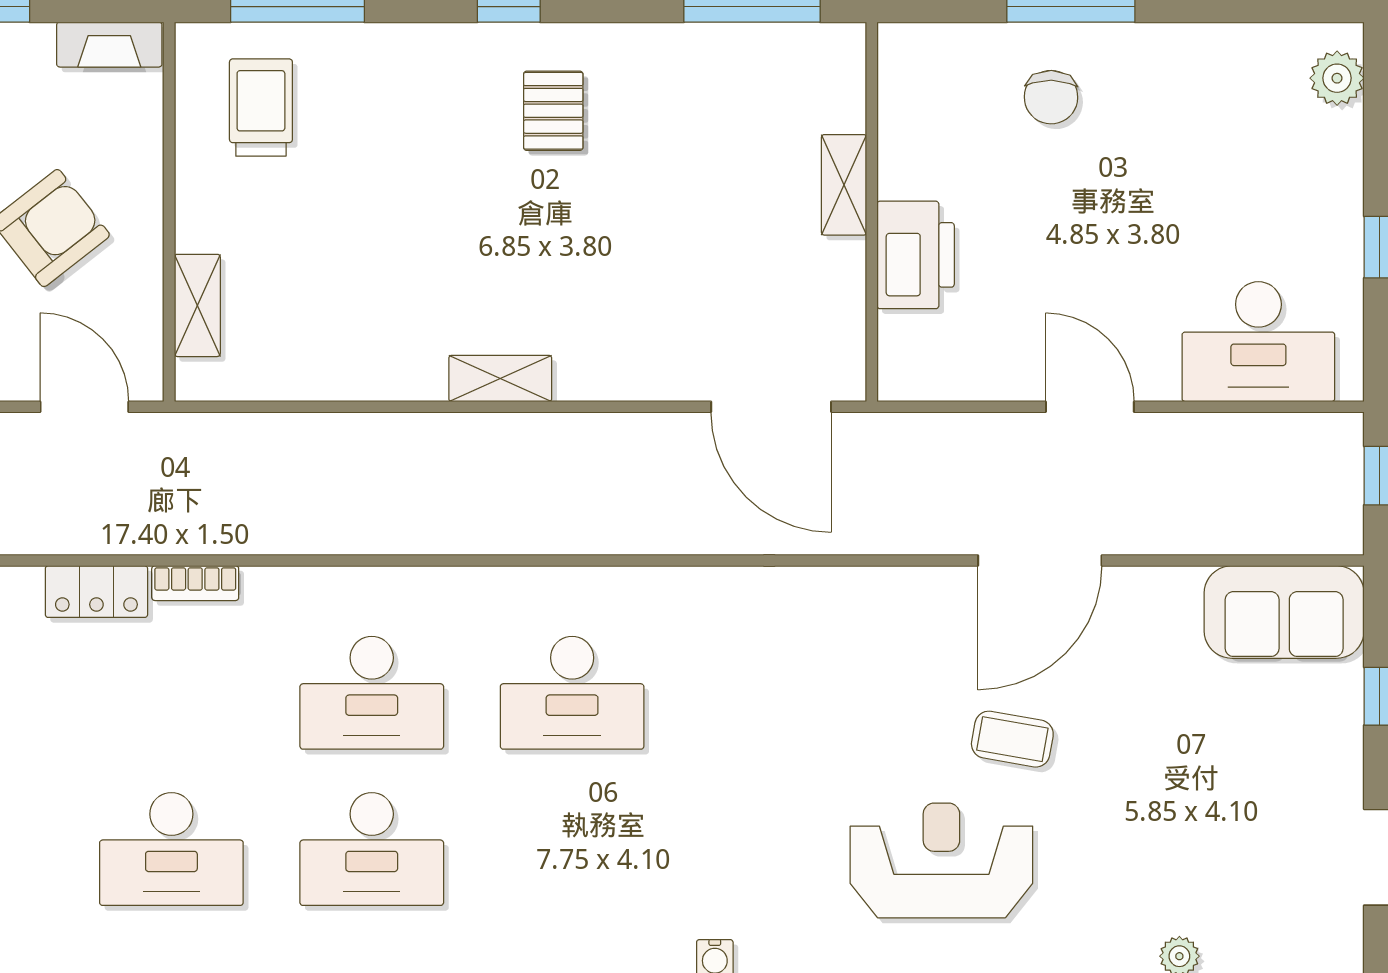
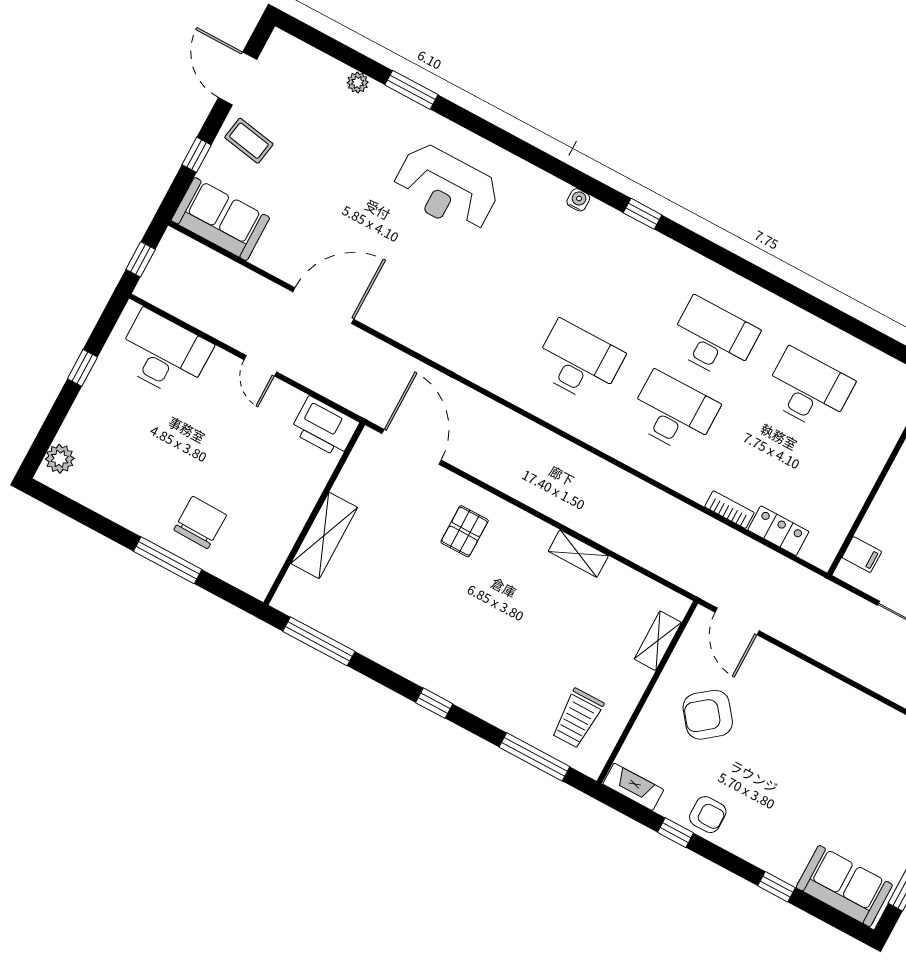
chair: (1051, 97) -> (200, 522), width x1.37, depth x1.37
pallet: (553, 111) -> (465, 531), moved
shelving: (844, 185) -> (324, 535), width x1.50, depth x1.33
printer: (916, 255) -> (325, 427), moved, turned -90
shelving: (500, 378) -> (578, 554), moved
door: (1090, 407) -> (260, 366), width x0.73
coffee table: (1012, 739) -> (249, 141), moved

